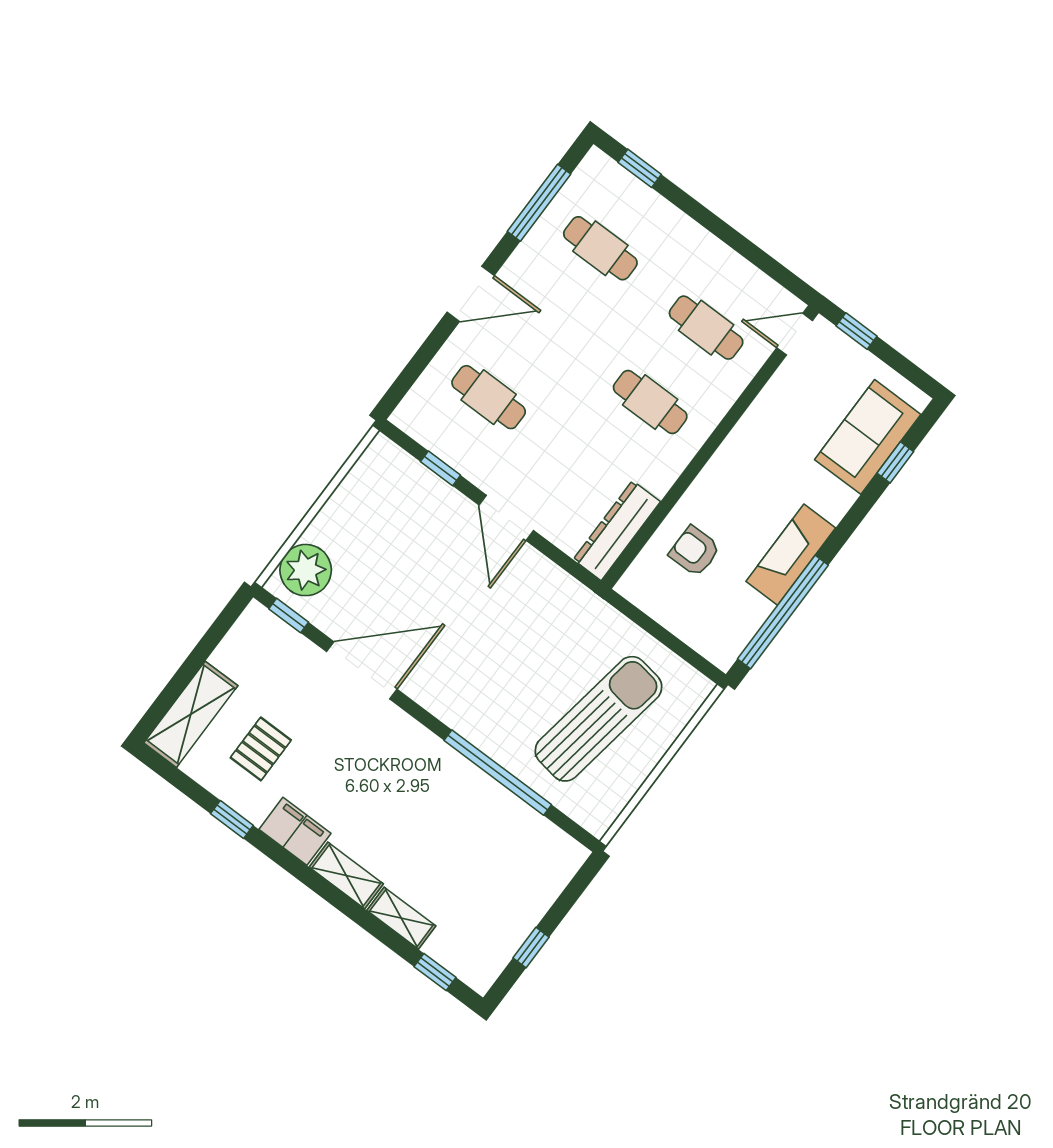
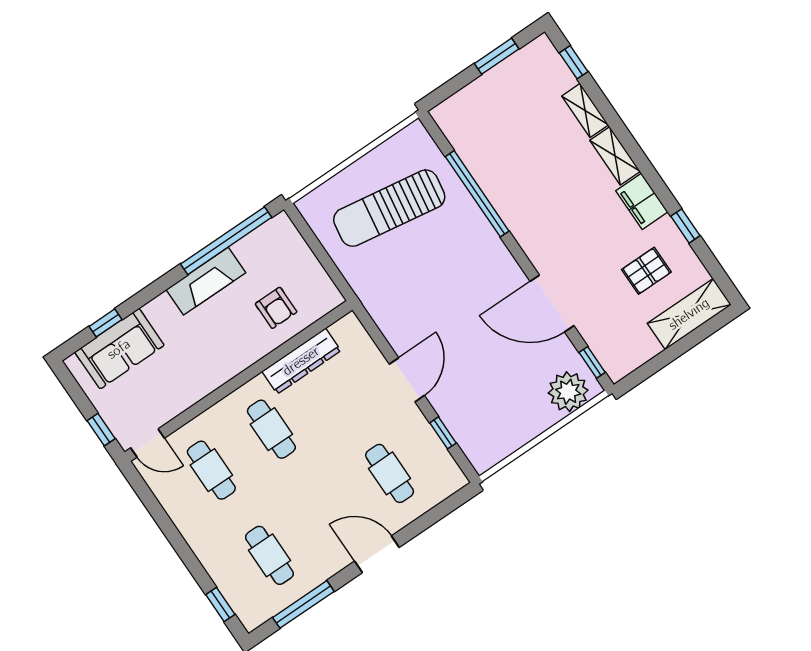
dresser: (617, 531) -> (301, 361), moved
window: (531, 948) -> (497, 56), width x1.50

